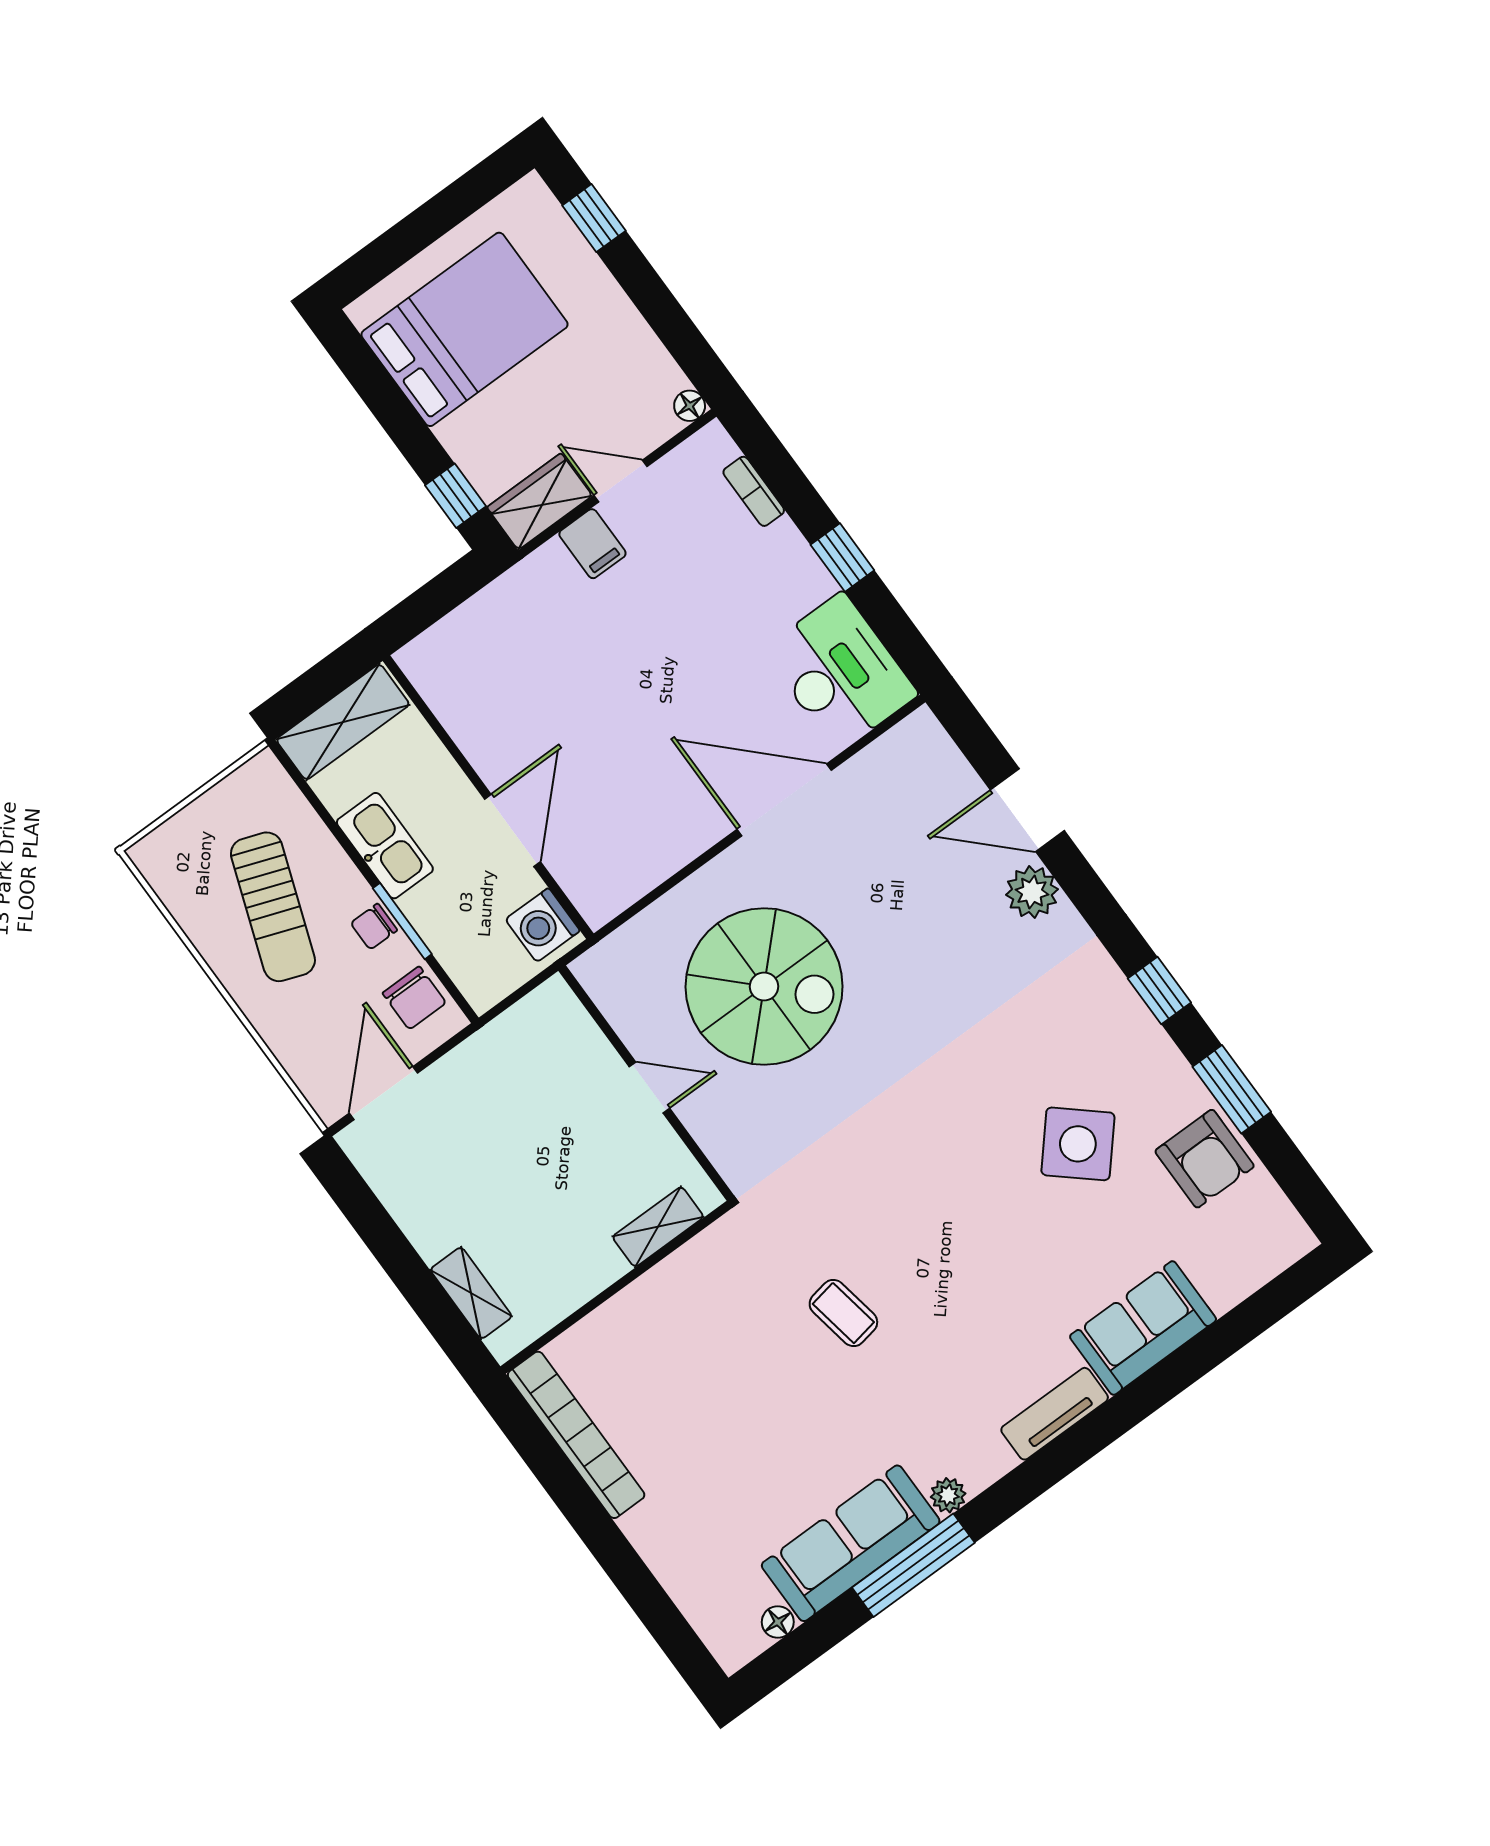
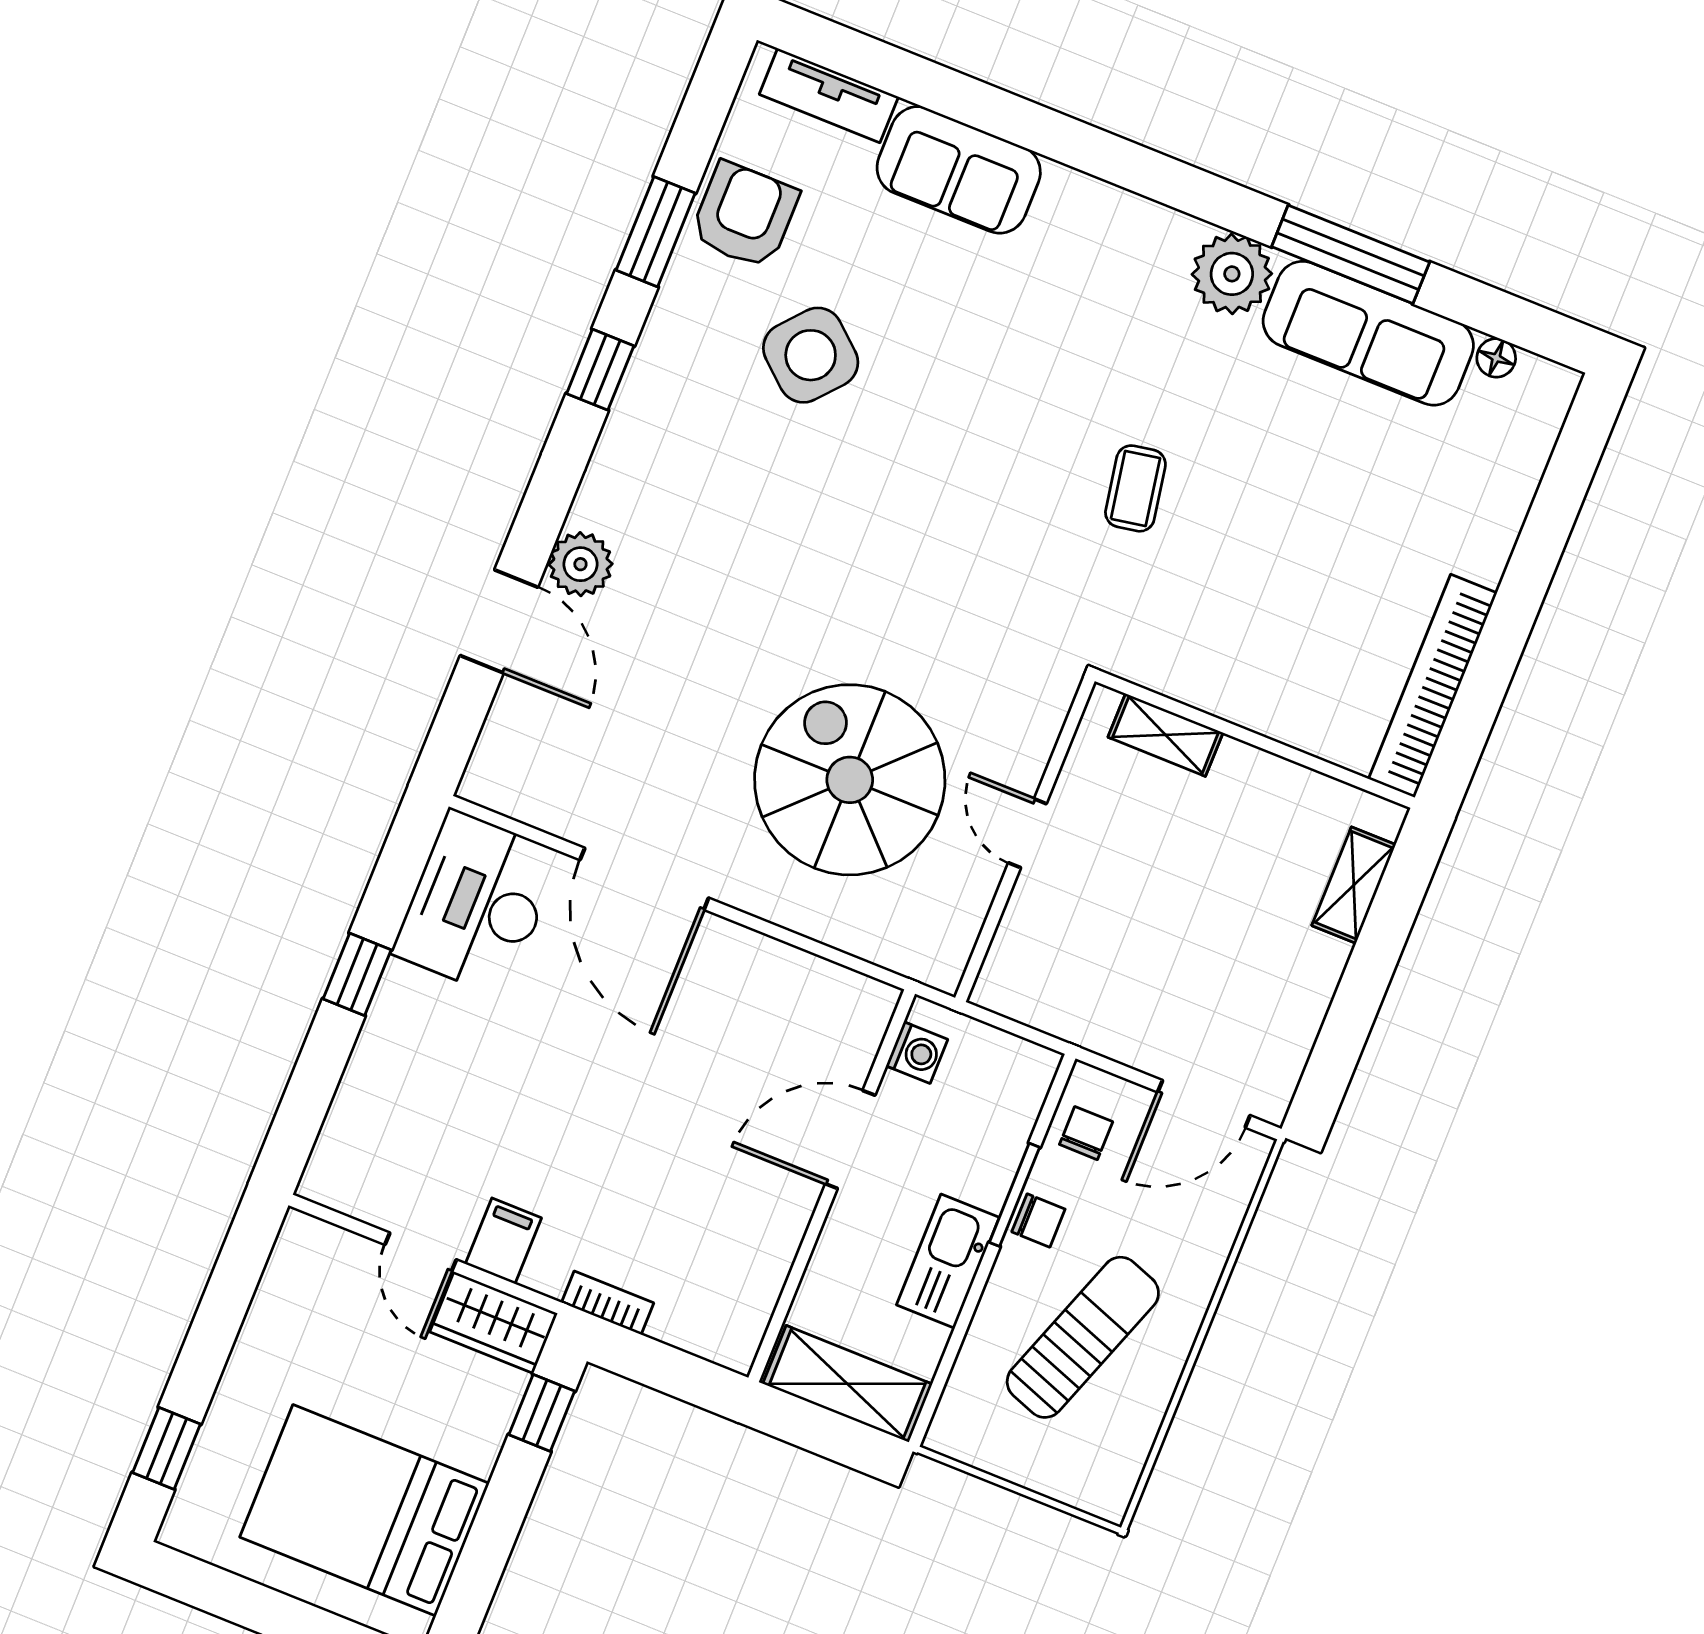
floor lamp: (690, 406) -> (299, 1229), removed
bookcase: (754, 491) -> (608, 1303), moved, turned -90
washing machine: (543, 925) -> (917, 1053), width x0.73, depth x0.73
chair: (414, 998) -> (1086, 1133), width x0.73, depth x0.73
tv unit: (1055, 1414) -> (829, 96), moved
plant: (948, 1495) -> (1232, 274), width x1.88, depth x1.88

